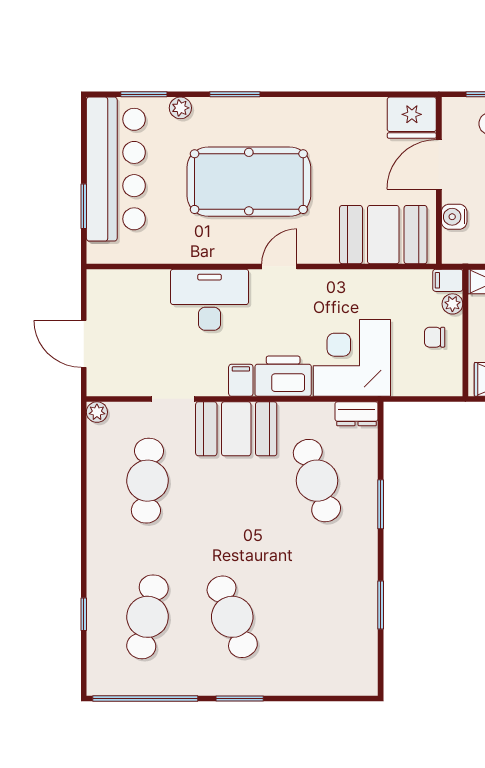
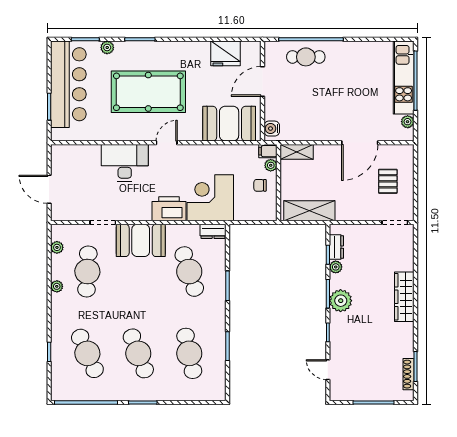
fridge: (412, 118) -> (226, 53), moved
water cooler: (454, 217) -> (272, 129), moved
filing cabinet: (241, 380) -> (143, 211), removed
plant: (97, 412) -> (57, 247), moved
plant: (97, 505) -> (57, 286), added
cafe table: (147, 617) -> (87, 353), turned -36
cafe table: (317, 617) -> (189, 353), added

